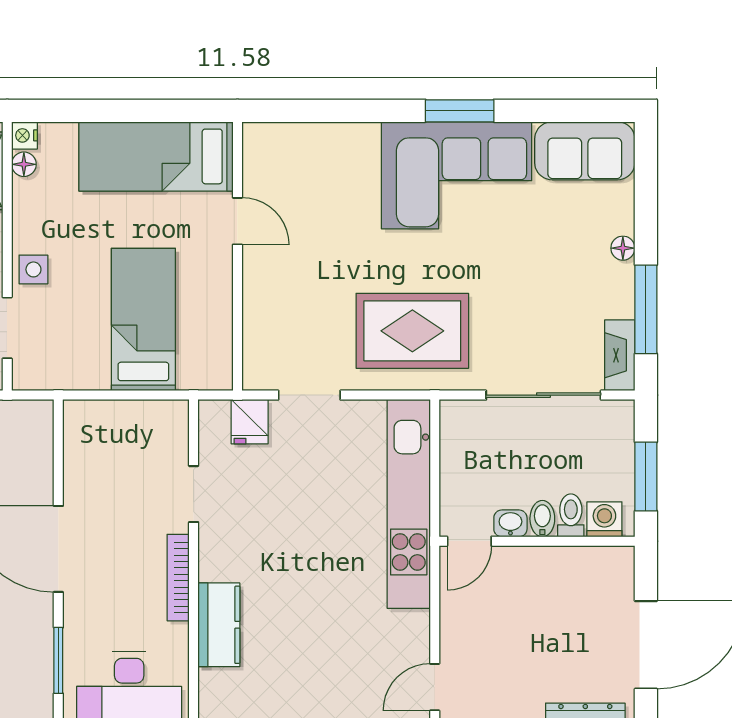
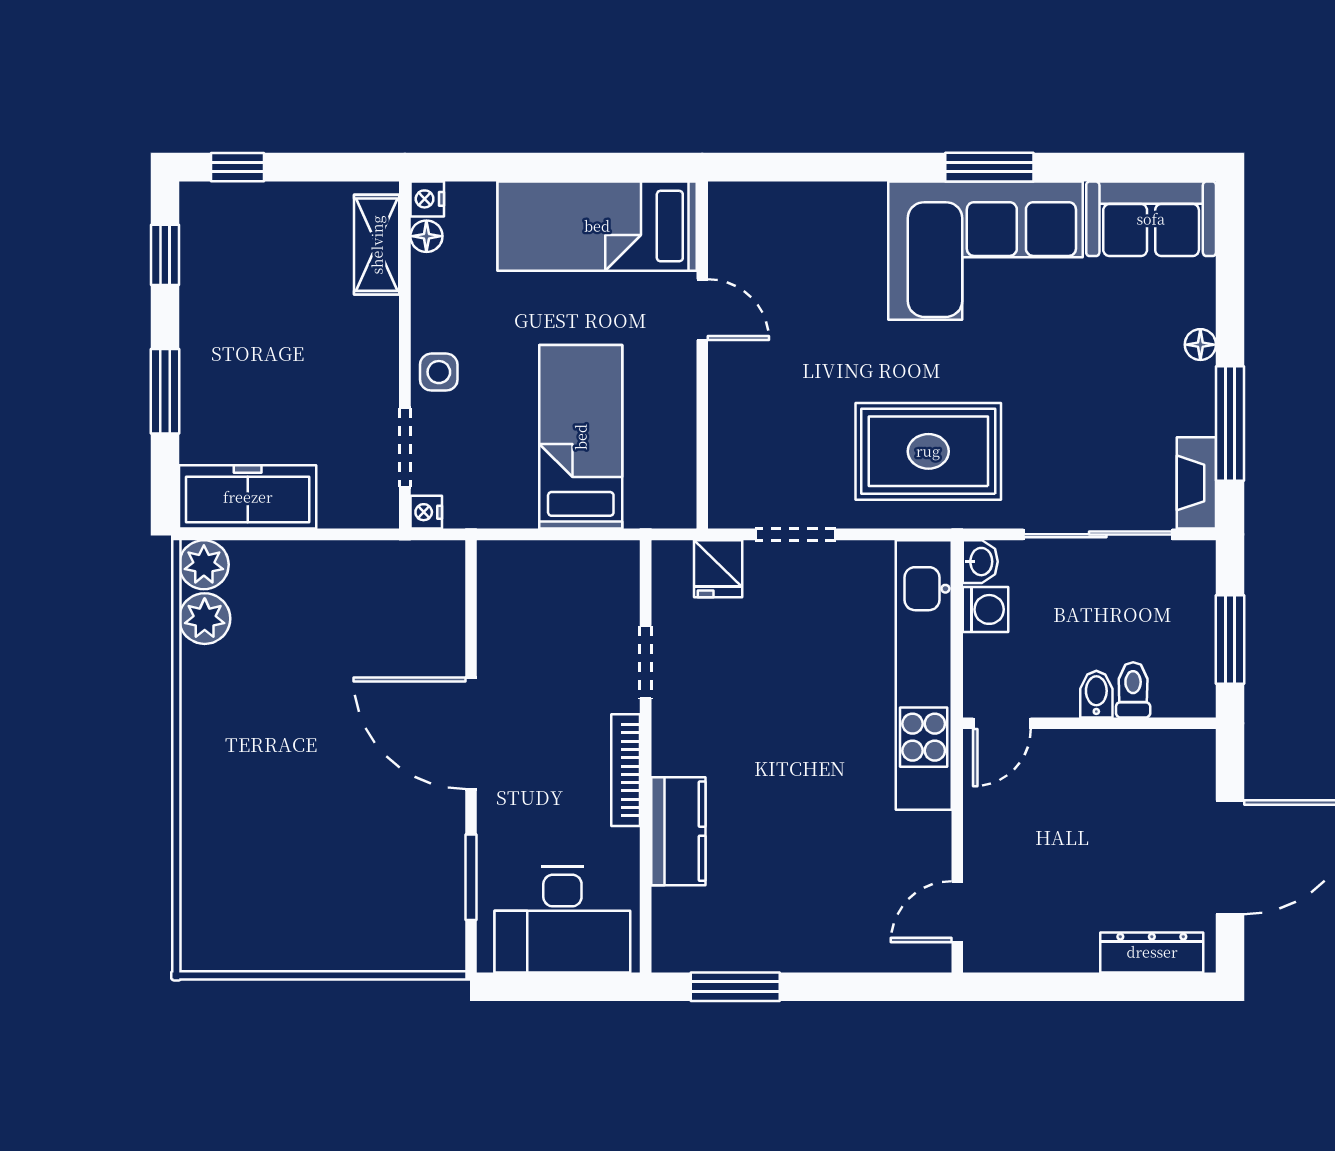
nightstand: (24, 378) -> (426, 512), added
washing machine: (604, 519) -> (986, 609), moved, turned 90
washbasin: (510, 523) -> (980, 562), moved, turned 90

